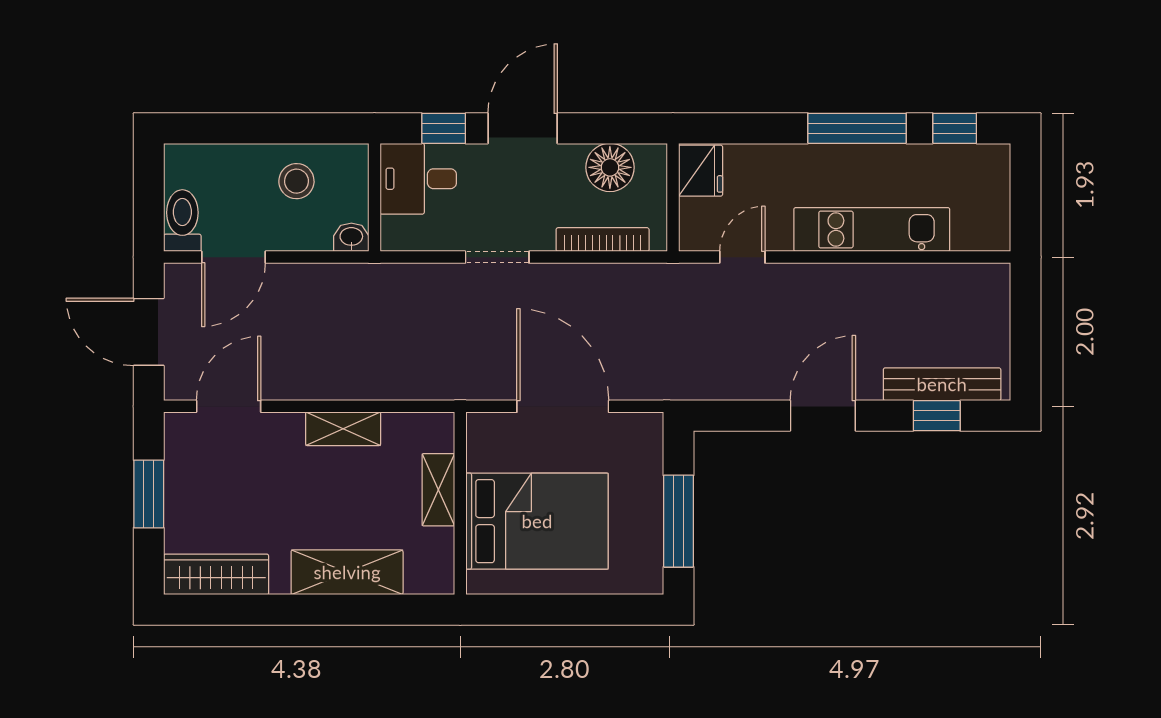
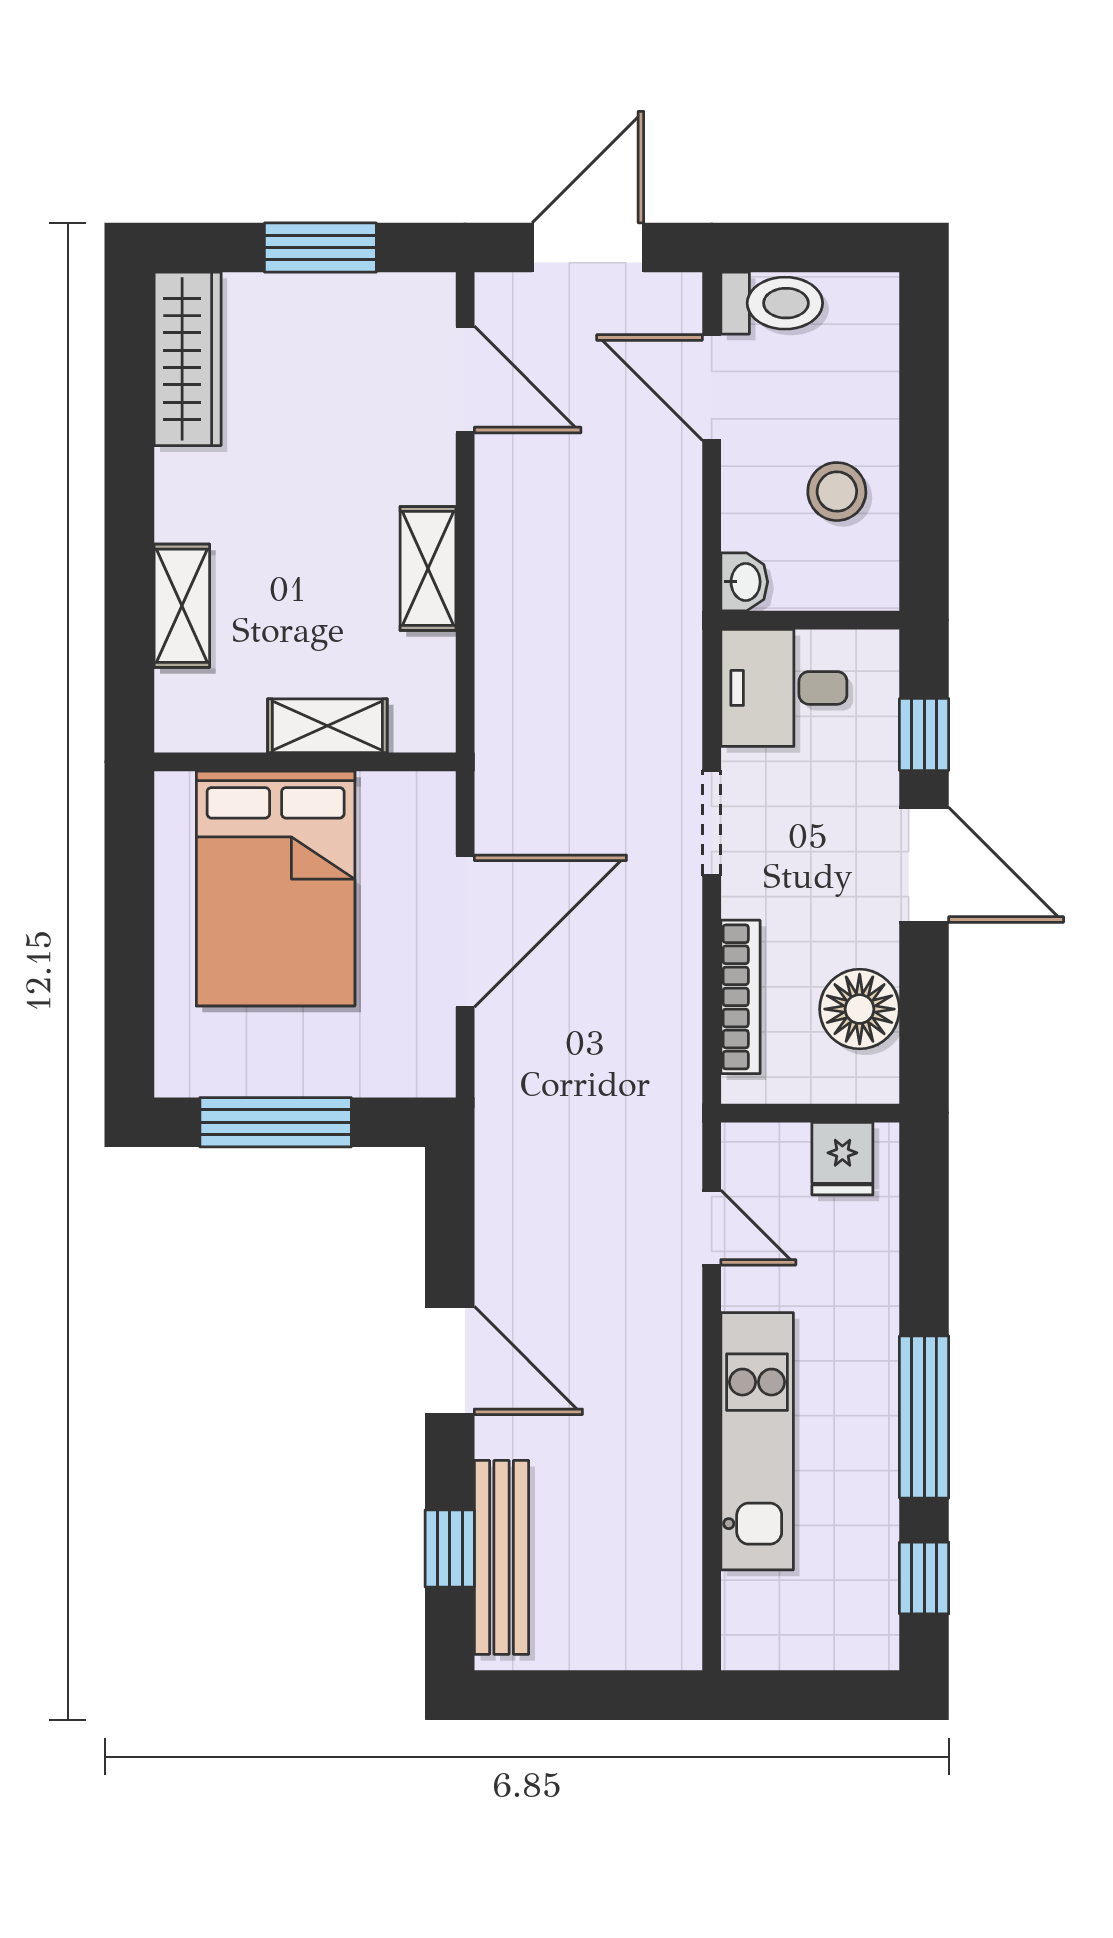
fridge: (701, 171) -> (842, 1159), width x0.72
desk: (418, 179) -> (784, 688), moved, turned -90
shelving: (347, 572) -> (182, 606), width x0.67, depth x0.75

